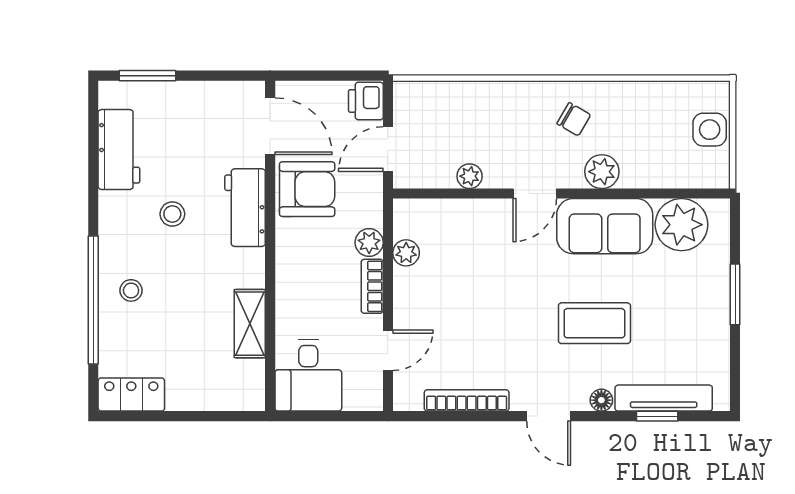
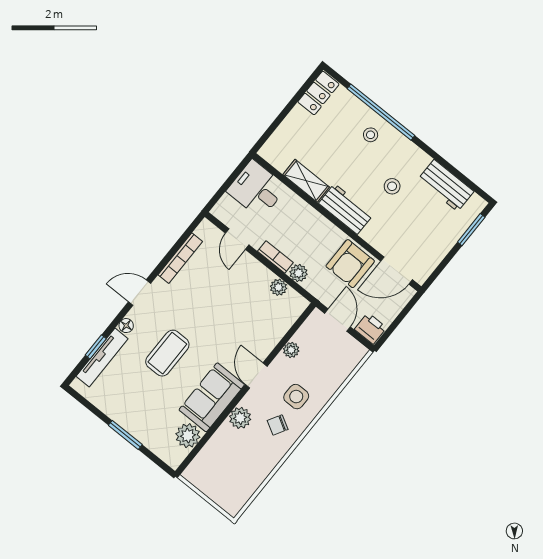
side table: (710, 130) -> (296, 397), moved
workbench: (245, 208) -> (346, 209), moved
plant: (681, 225) -> (188, 436), width x0.73, depth x0.73

